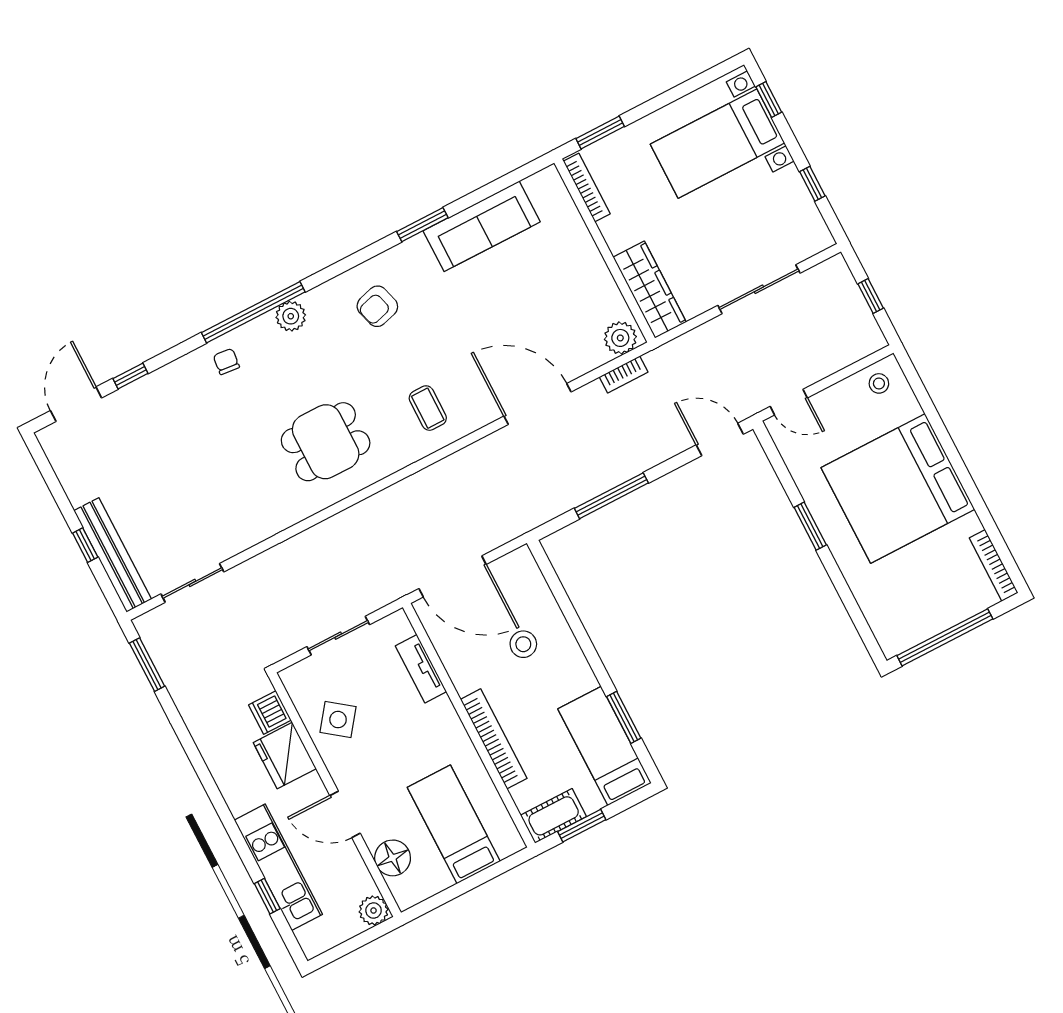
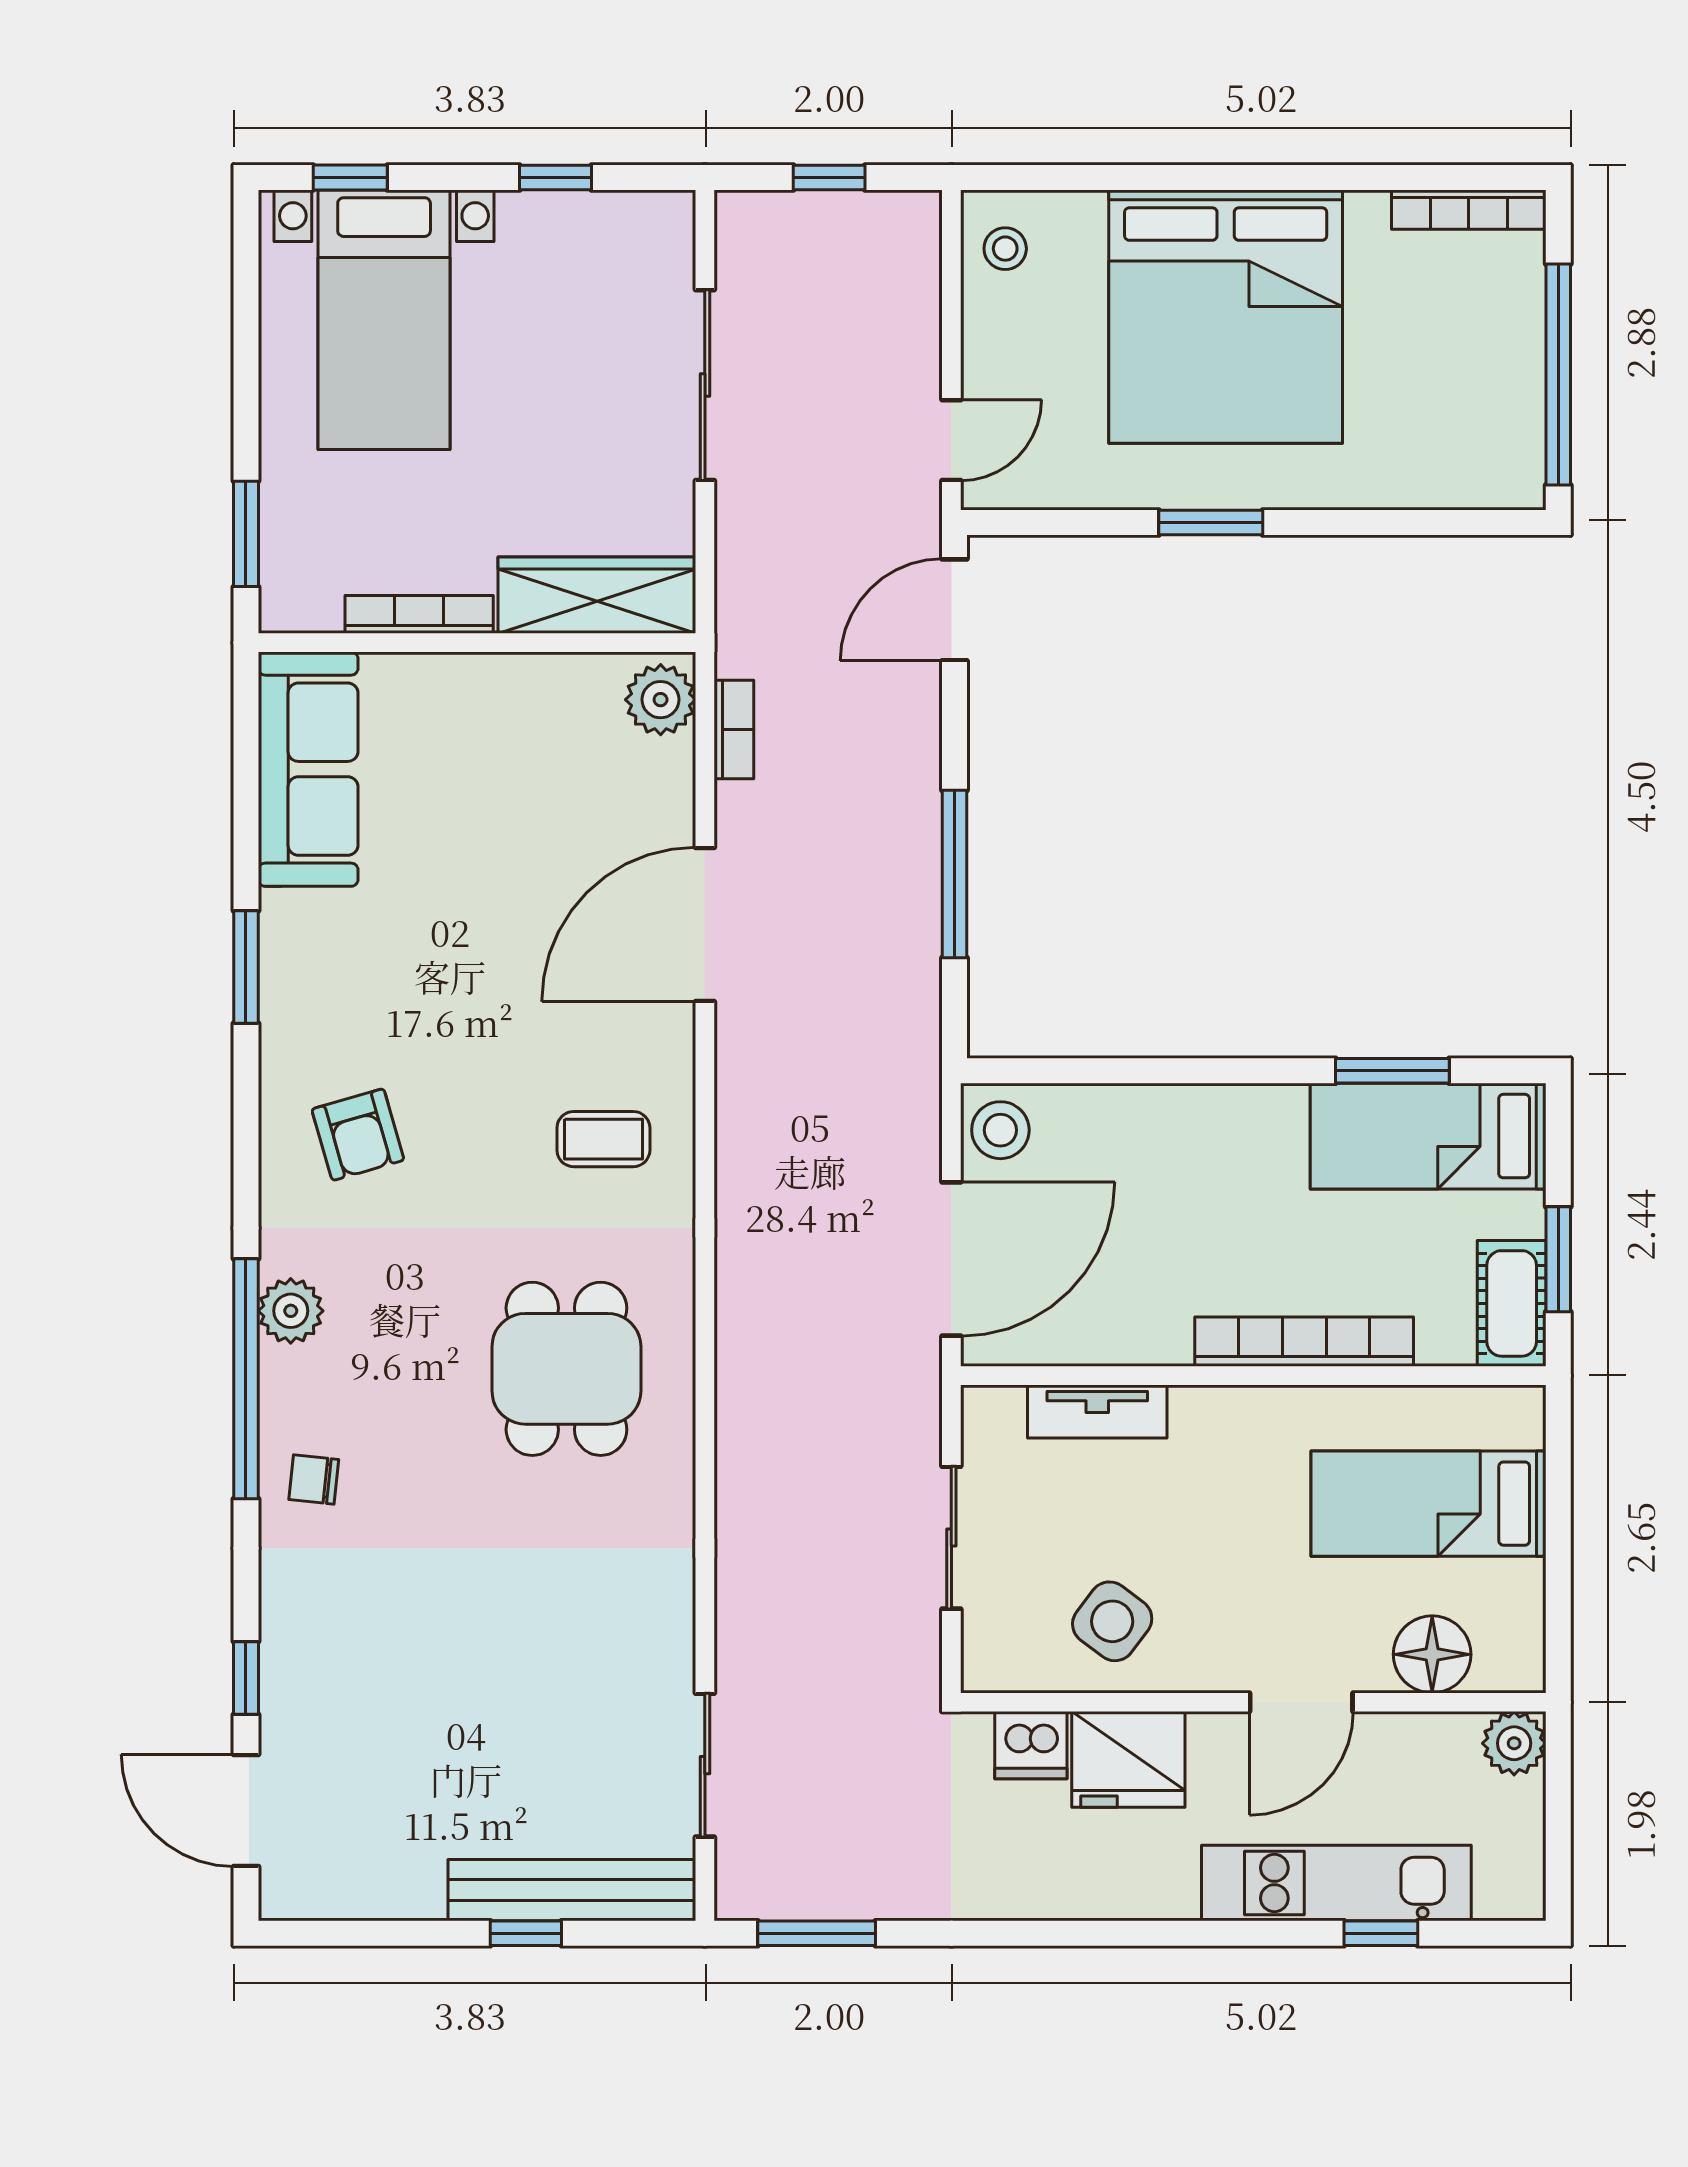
bookcase: (587, 187) -> (419, 614), moved
sofa: (482, 226) -> (308, 769), moved
stool: (523, 644) -> (1000, 1130), moved

